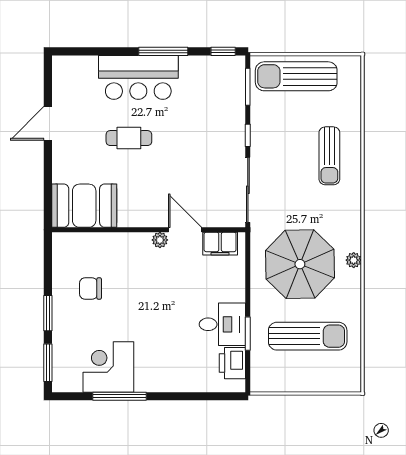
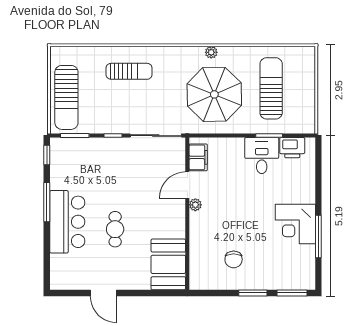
corner desk: (108, 367) -> (295, 224), moved

